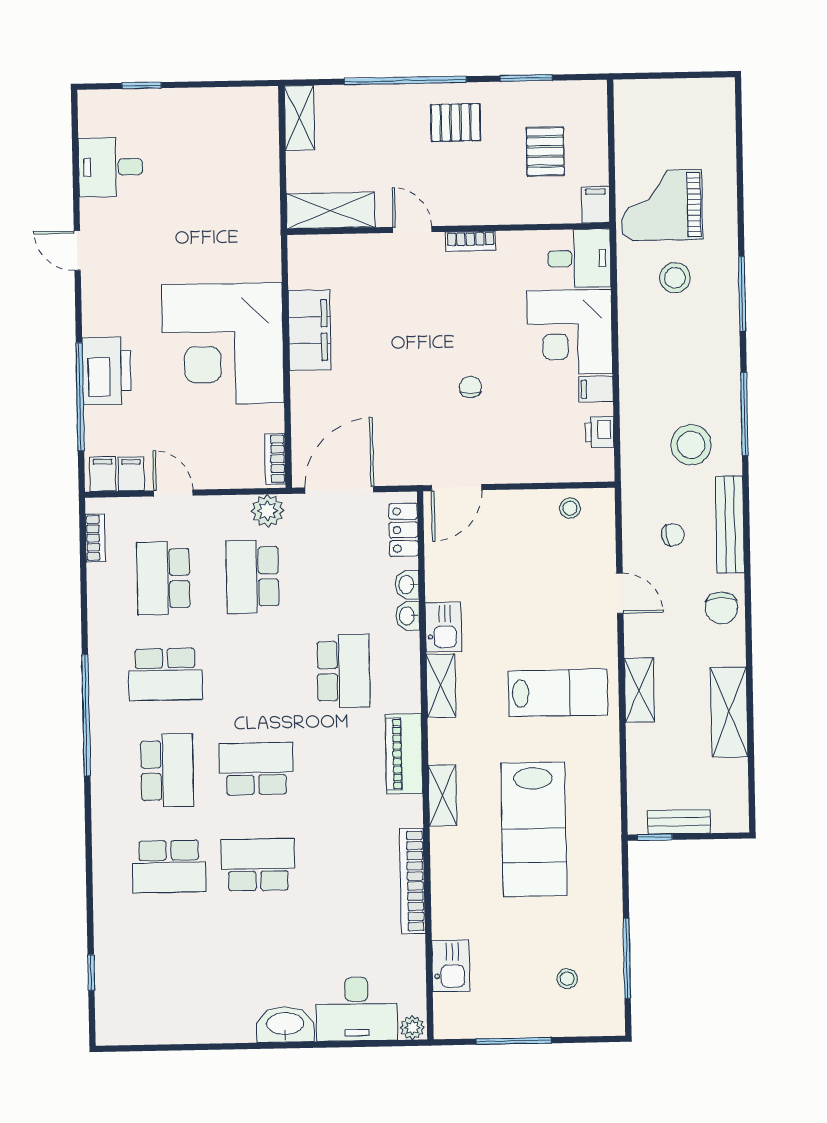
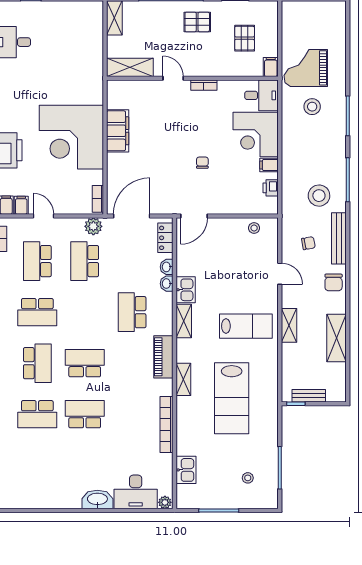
school desk: (343, 671) -> (132, 312), turned 180

